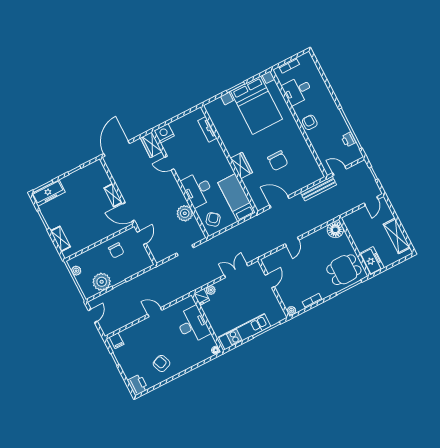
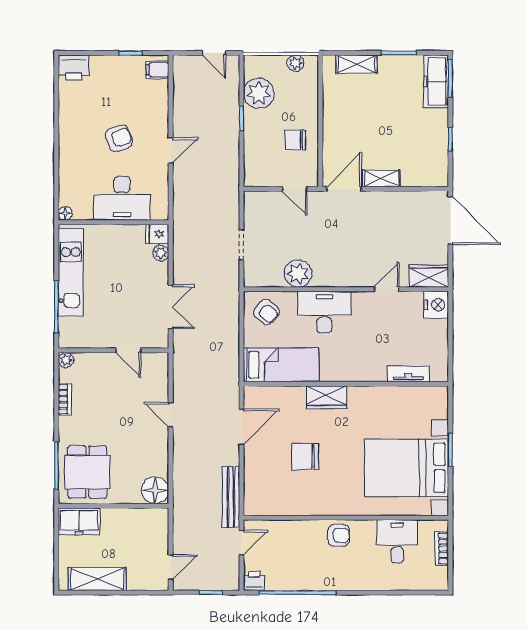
printer: (349, 139) -> (254, 581), moved
door: (371, 201) -> (171, 567), swing flipped
armchair: (162, 363) -> (119, 138), moved

